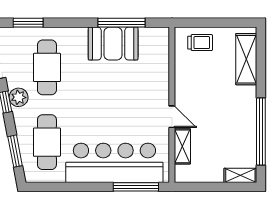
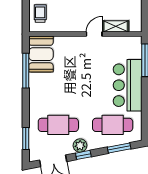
booth: (113, 44) -> (41, 54), moved
bar counter: (114, 163) -> (128, 85), width x0.73

